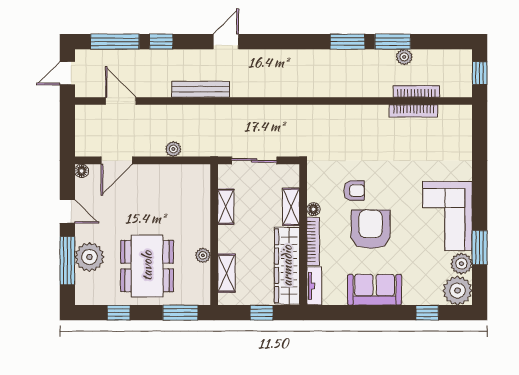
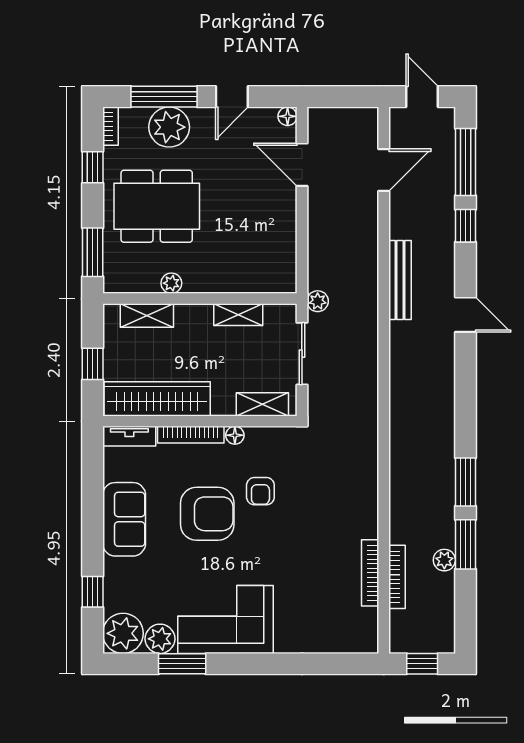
plant: (173, 149) -> (318, 301), moved
shelving: (291, 207) -> (262, 404), moved
bookcase: (89, 300) -> (110, 126), added

